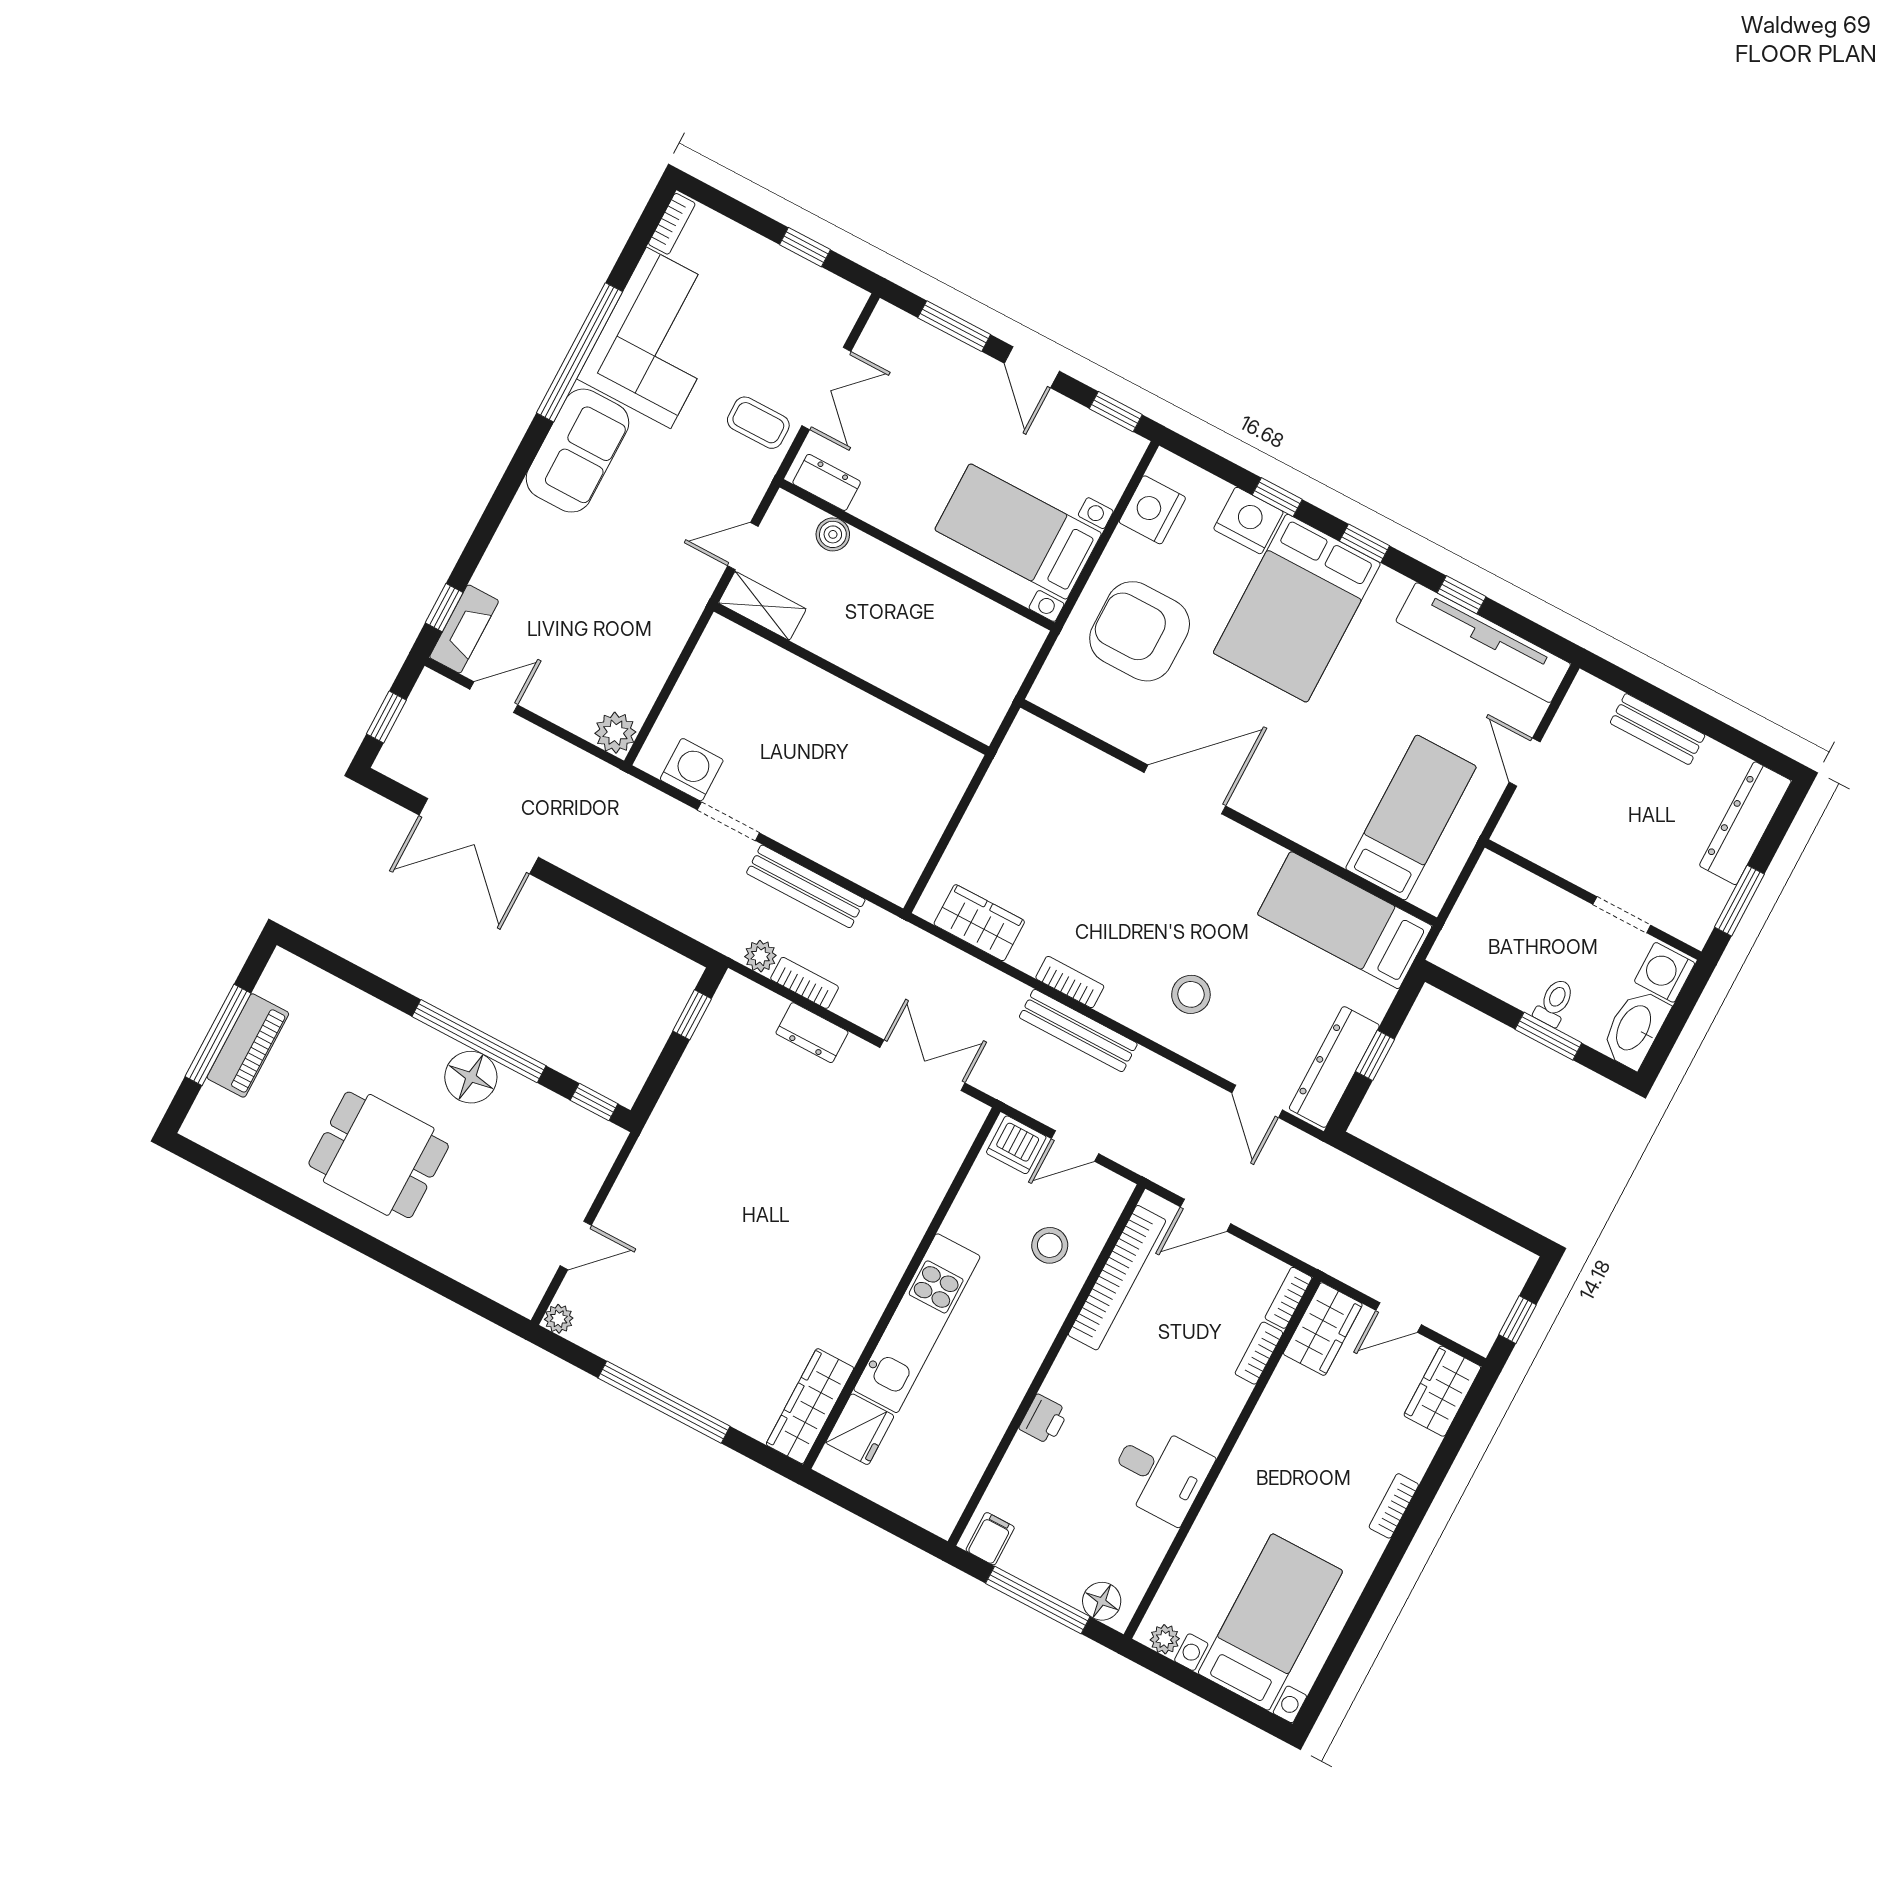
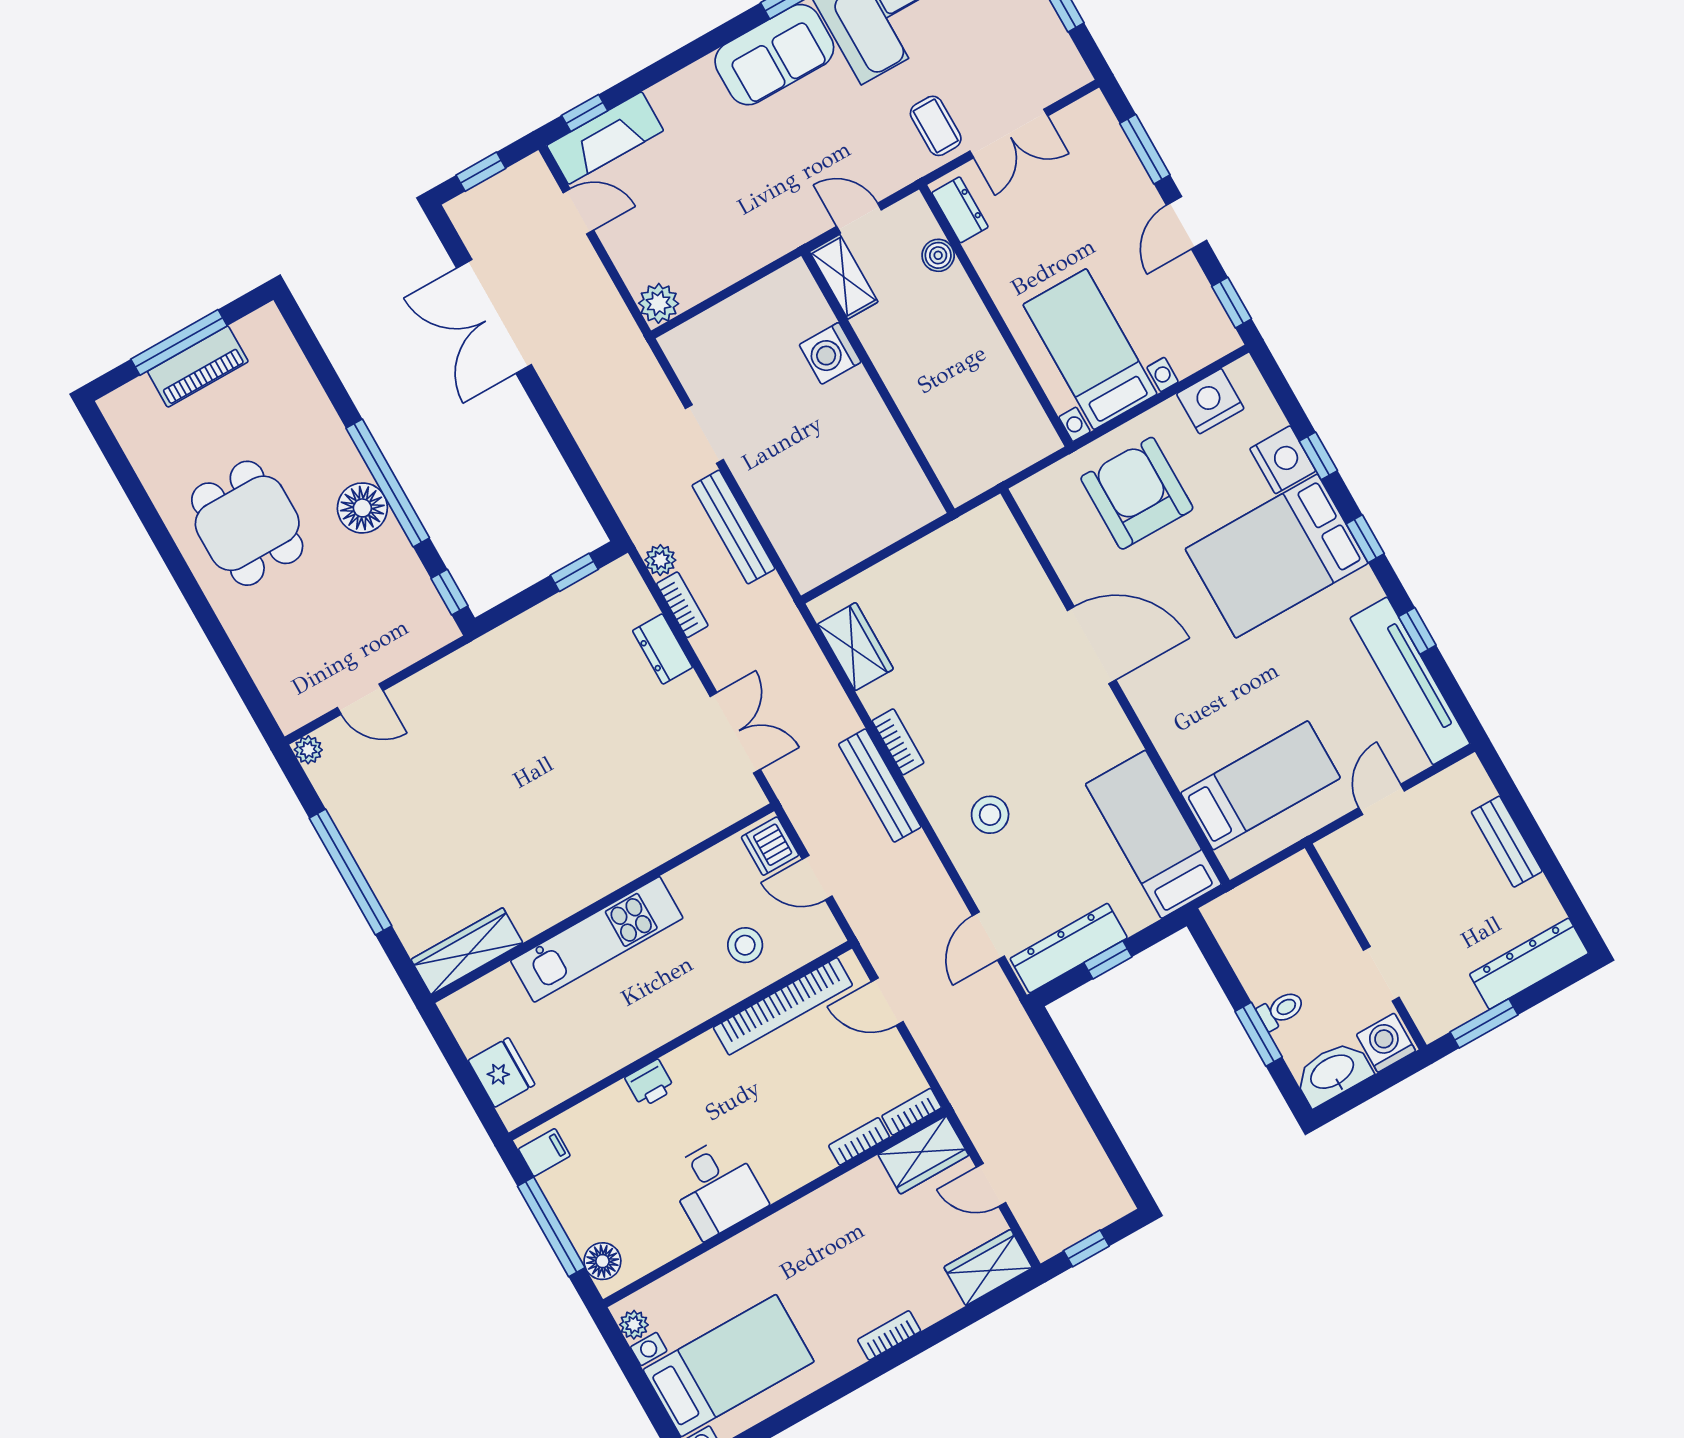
fireplace: (464, 629) -> (605, 138), width x1.37, depth x1.32
washing machine: (692, 770) -> (830, 353), moved, turned 180
fridge: (860, 1429) -> (502, 1072), moved, turned -90

